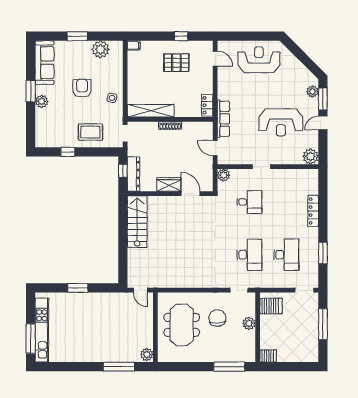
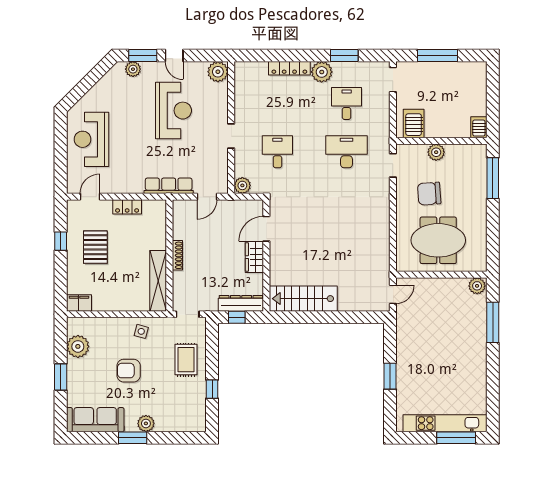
filing cabinet: (134, 45) -> (79, 303), width x2.00
locker: (207, 105) -> (127, 207), moved
plant: (310, 236) -> (322, 72), added
desk: (286, 255) -> (347, 103), width x0.73

